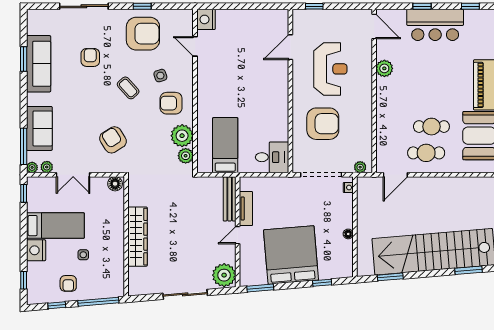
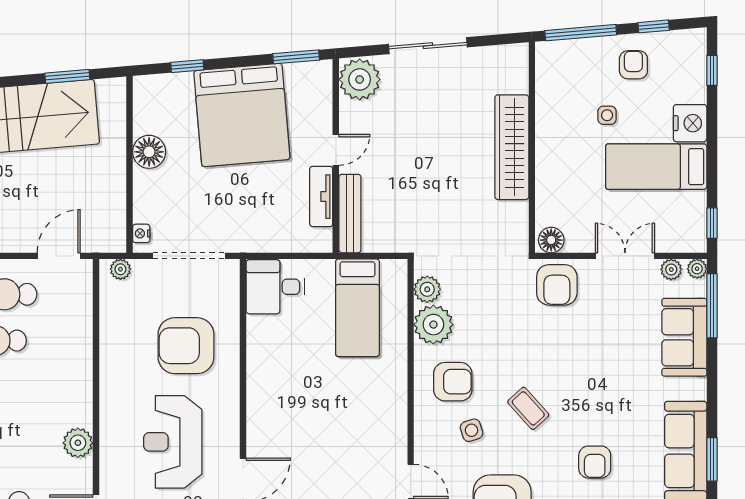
armchair: (113, 140) -> (557, 285), moved, turned 32
floor lamp: (348, 234) -> (149, 152), width x1.89, depth x1.89

